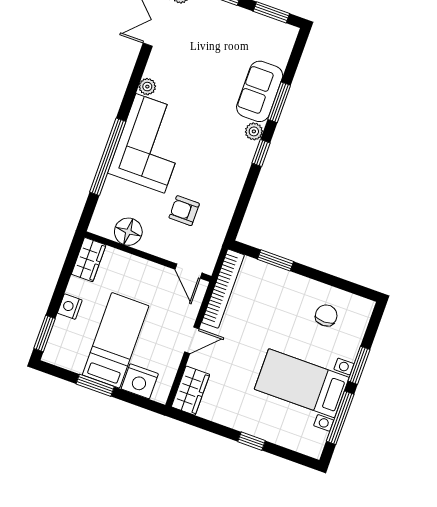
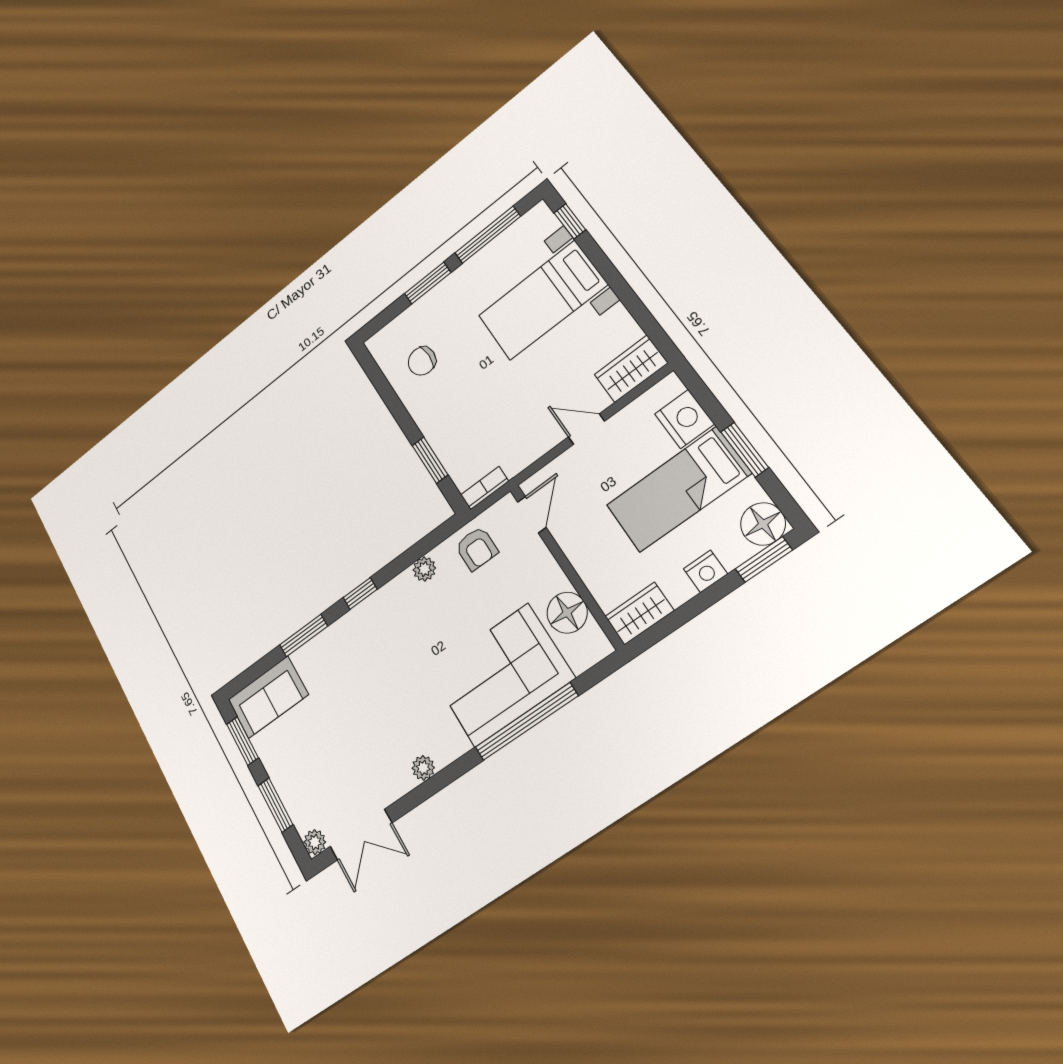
sofa: (260, 91) -> (268, 697), moved
plant: (254, 131) -> (424, 569), moved
corner sofa: (150, 143) -> (501, 675), moved
armchair: (184, 211) -> (477, 549), moved
bookcase: (223, 289) -> (485, 488), width x0.43, depth x0.76
floor lamp: (58, 352) -> (763, 524), added
bed with nightstands: (302, 383) -> (542, 300), moved, turned 90
window: (251, 441) -> (570, 221), moved

